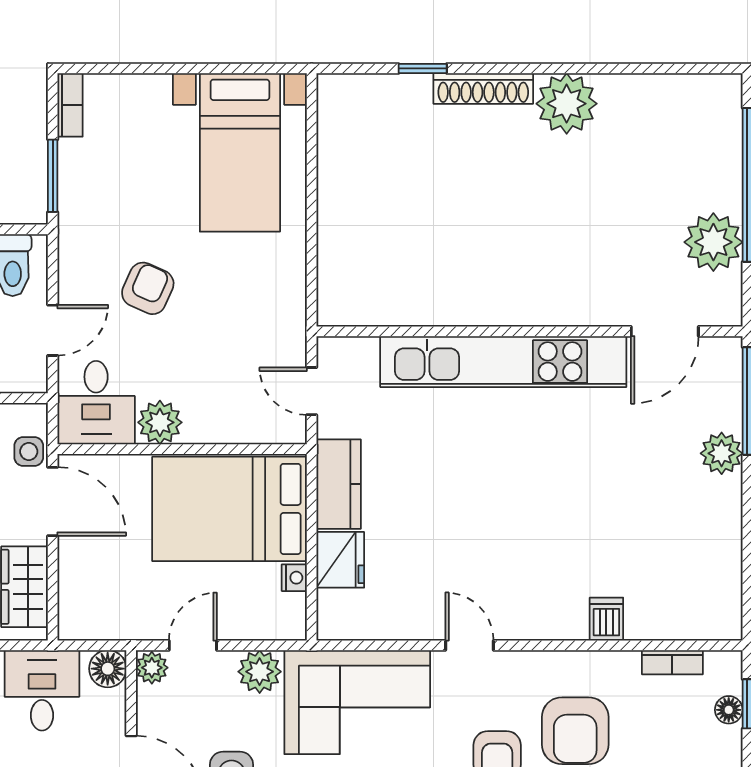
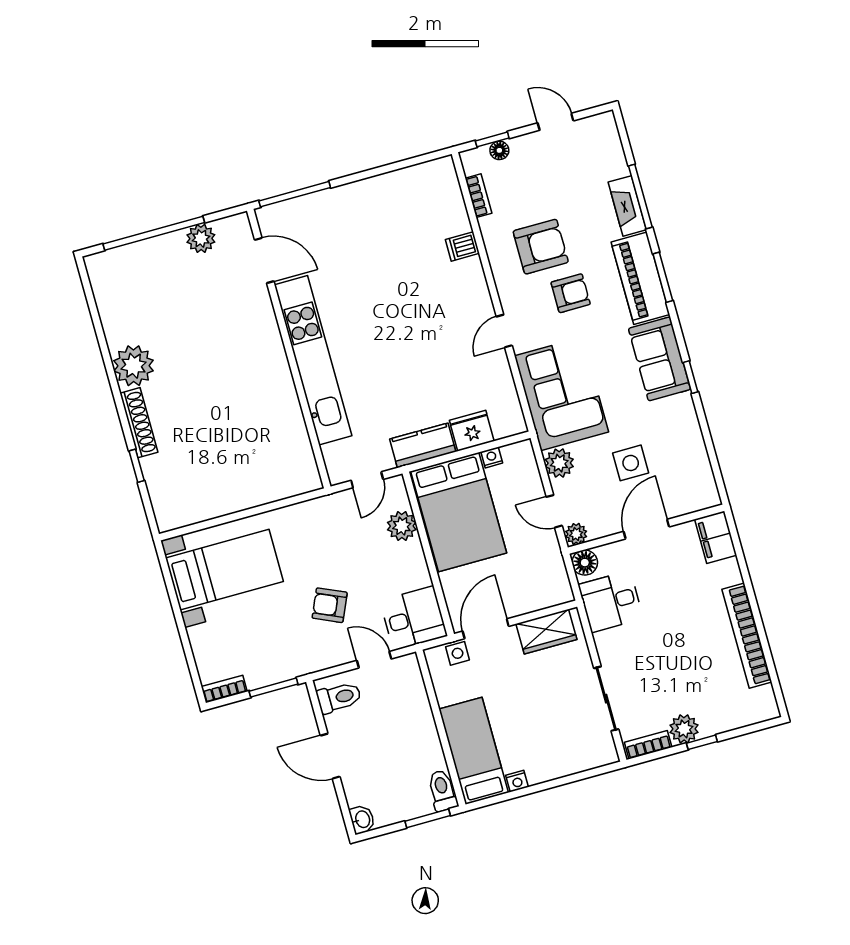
plant: (713, 242) -> (201, 238), width x0.73, depth x0.73
plant: (160, 422) -> (402, 526), moved
plant: (722, 453) -> (333, 201), removed

